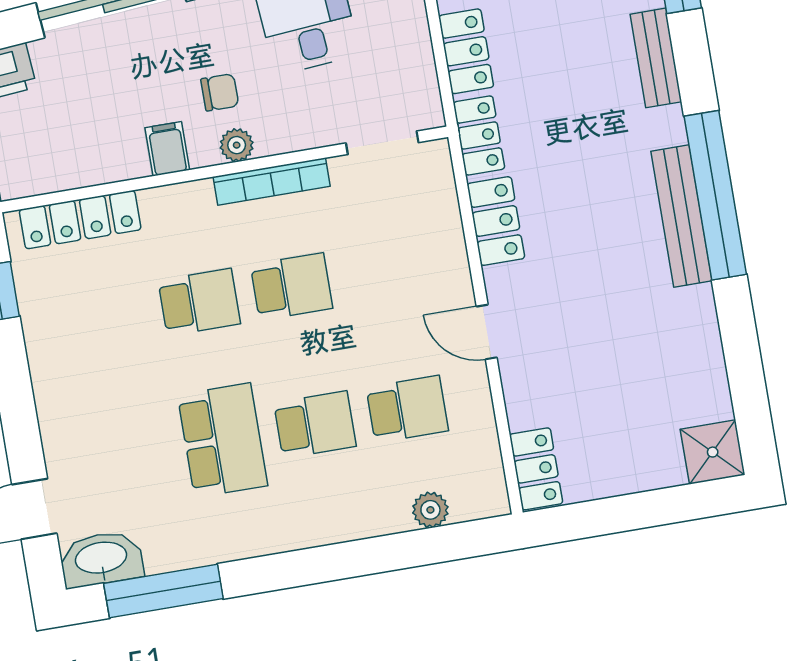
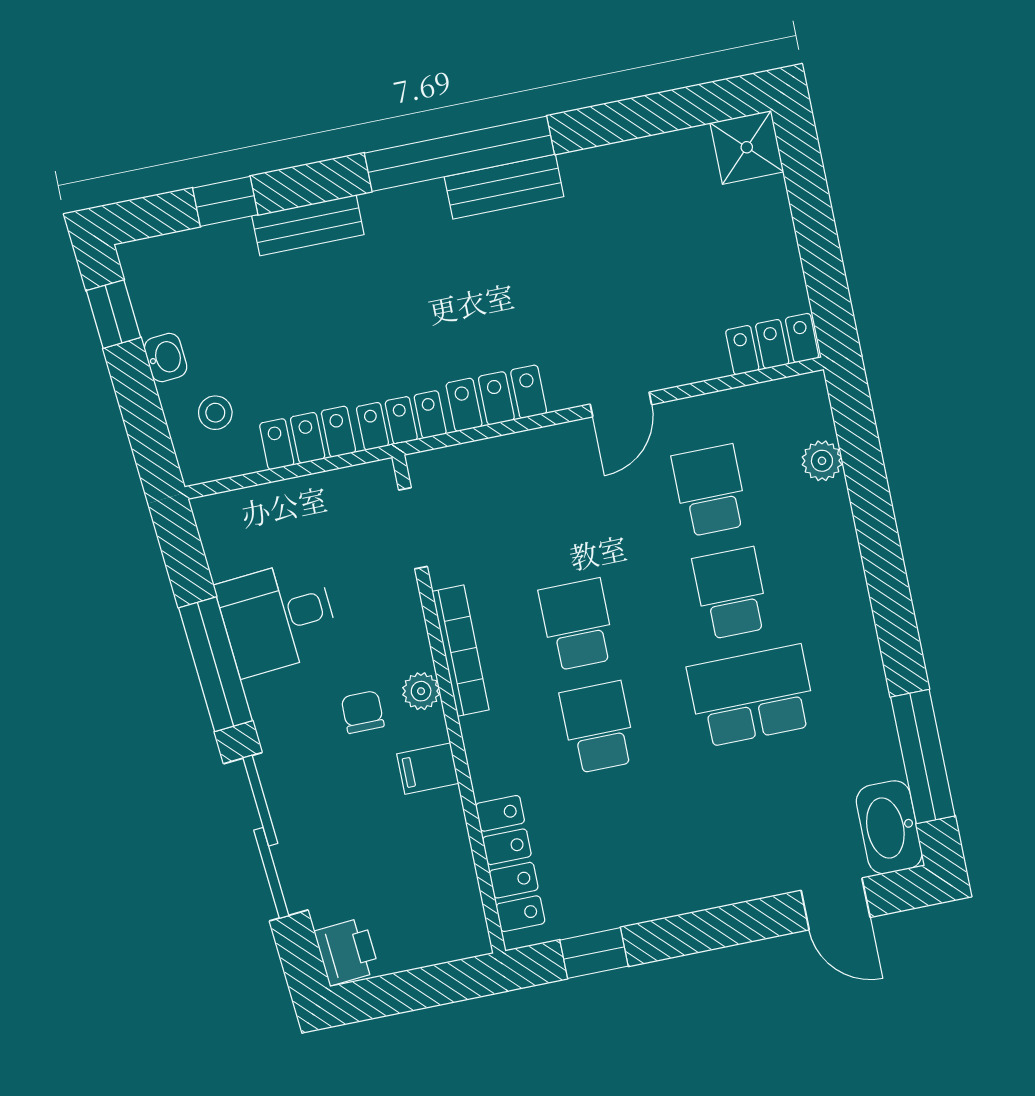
bench: (681, 216) -> (504, 187), width x0.73

